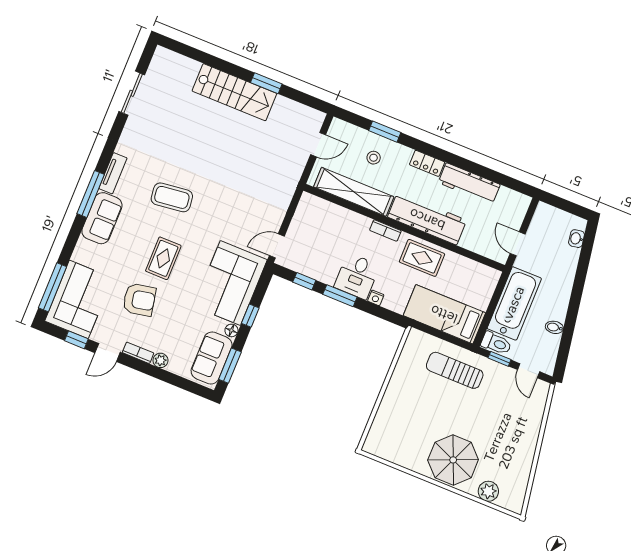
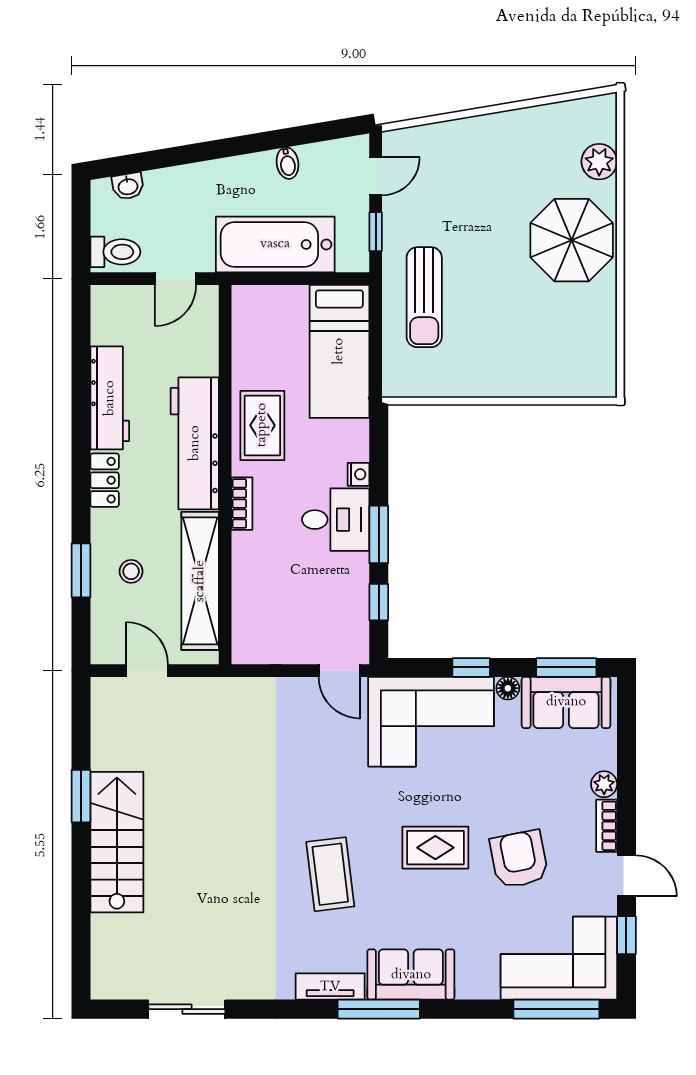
toilet: (496, 343) -> (115, 252), moved, turned 90

